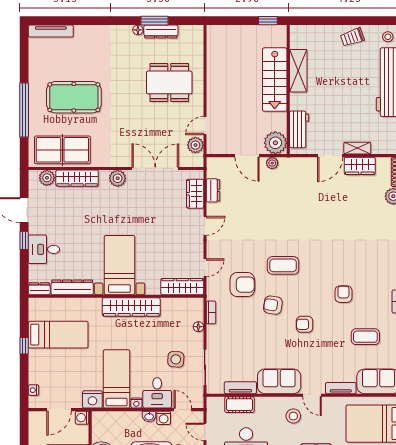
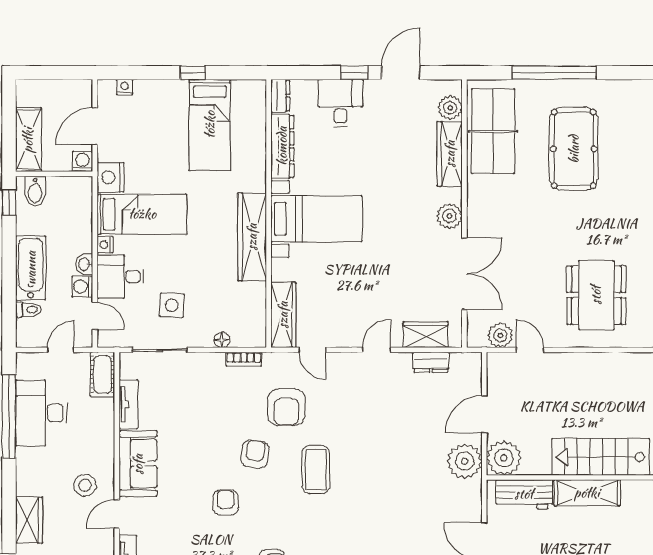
shelving: (298, 71) -> (587, 493), moved
plant: (272, 163) -> (465, 461), width x1.88, depth x1.88
door: (205, 226) -> (377, 350), swing flipped
cot: (239, 405) -> (102, 374), moved
door: (59, 410) -> (95, 126), hinge flipped
door: (183, 410) -> (95, 316), hinge flipped

